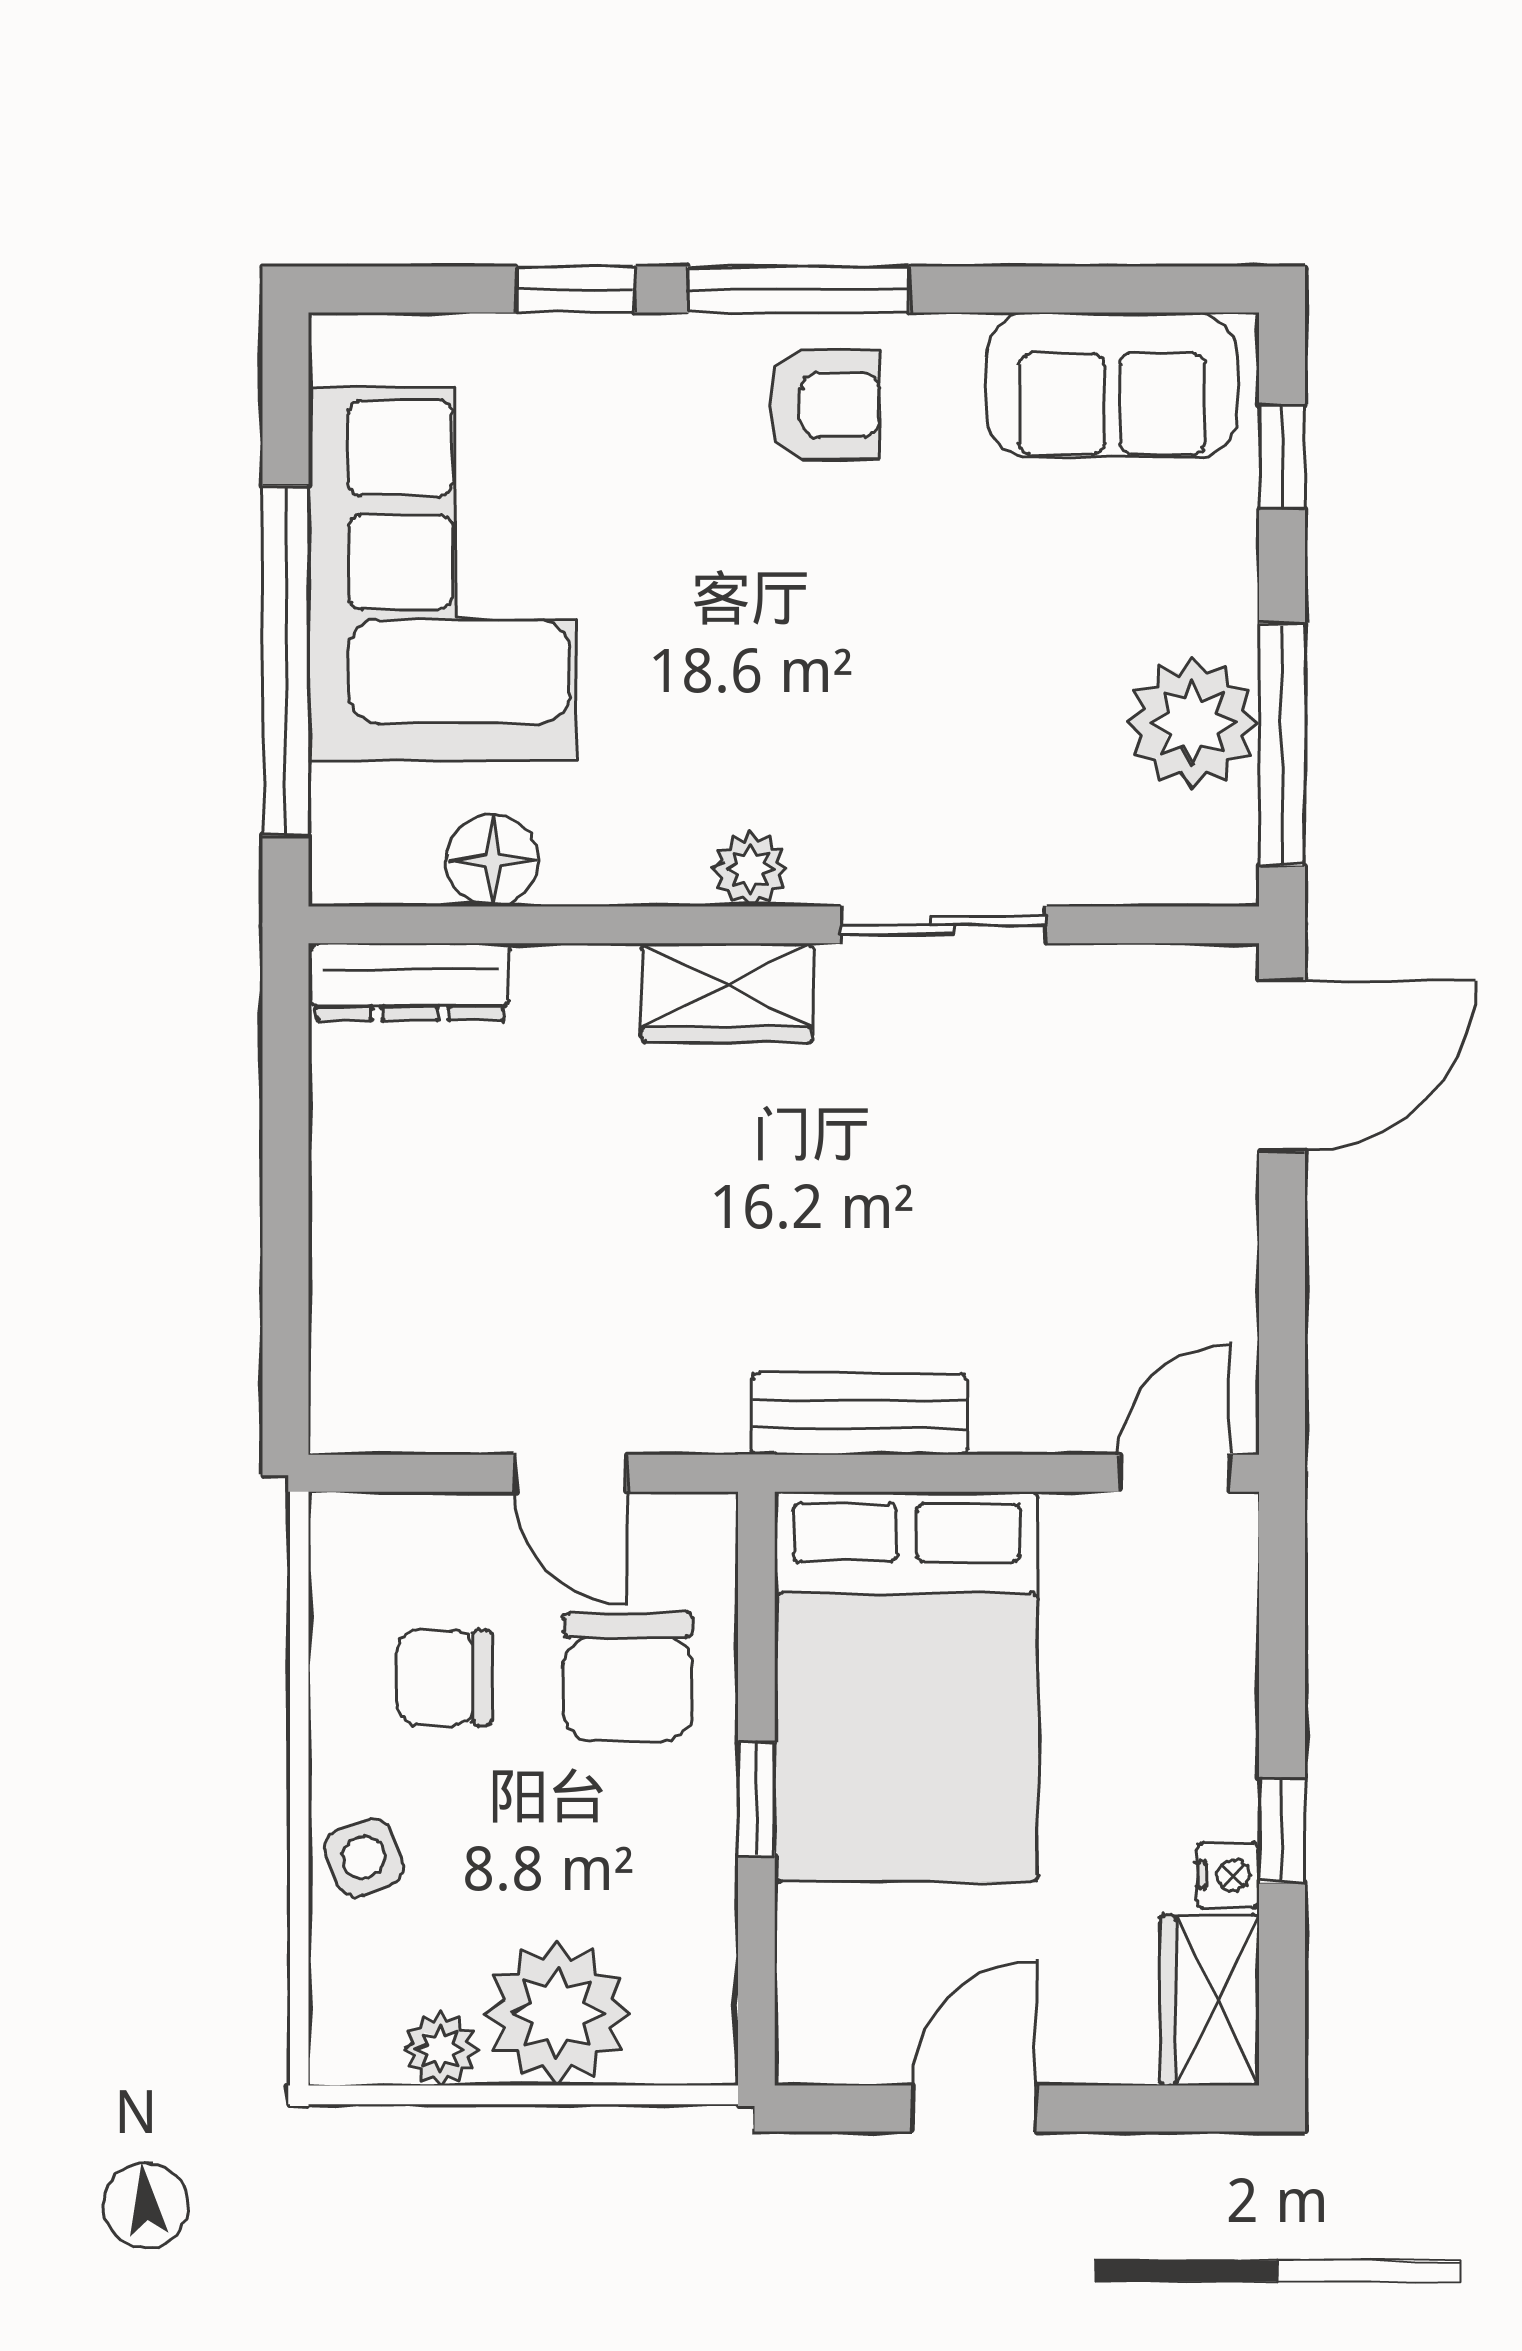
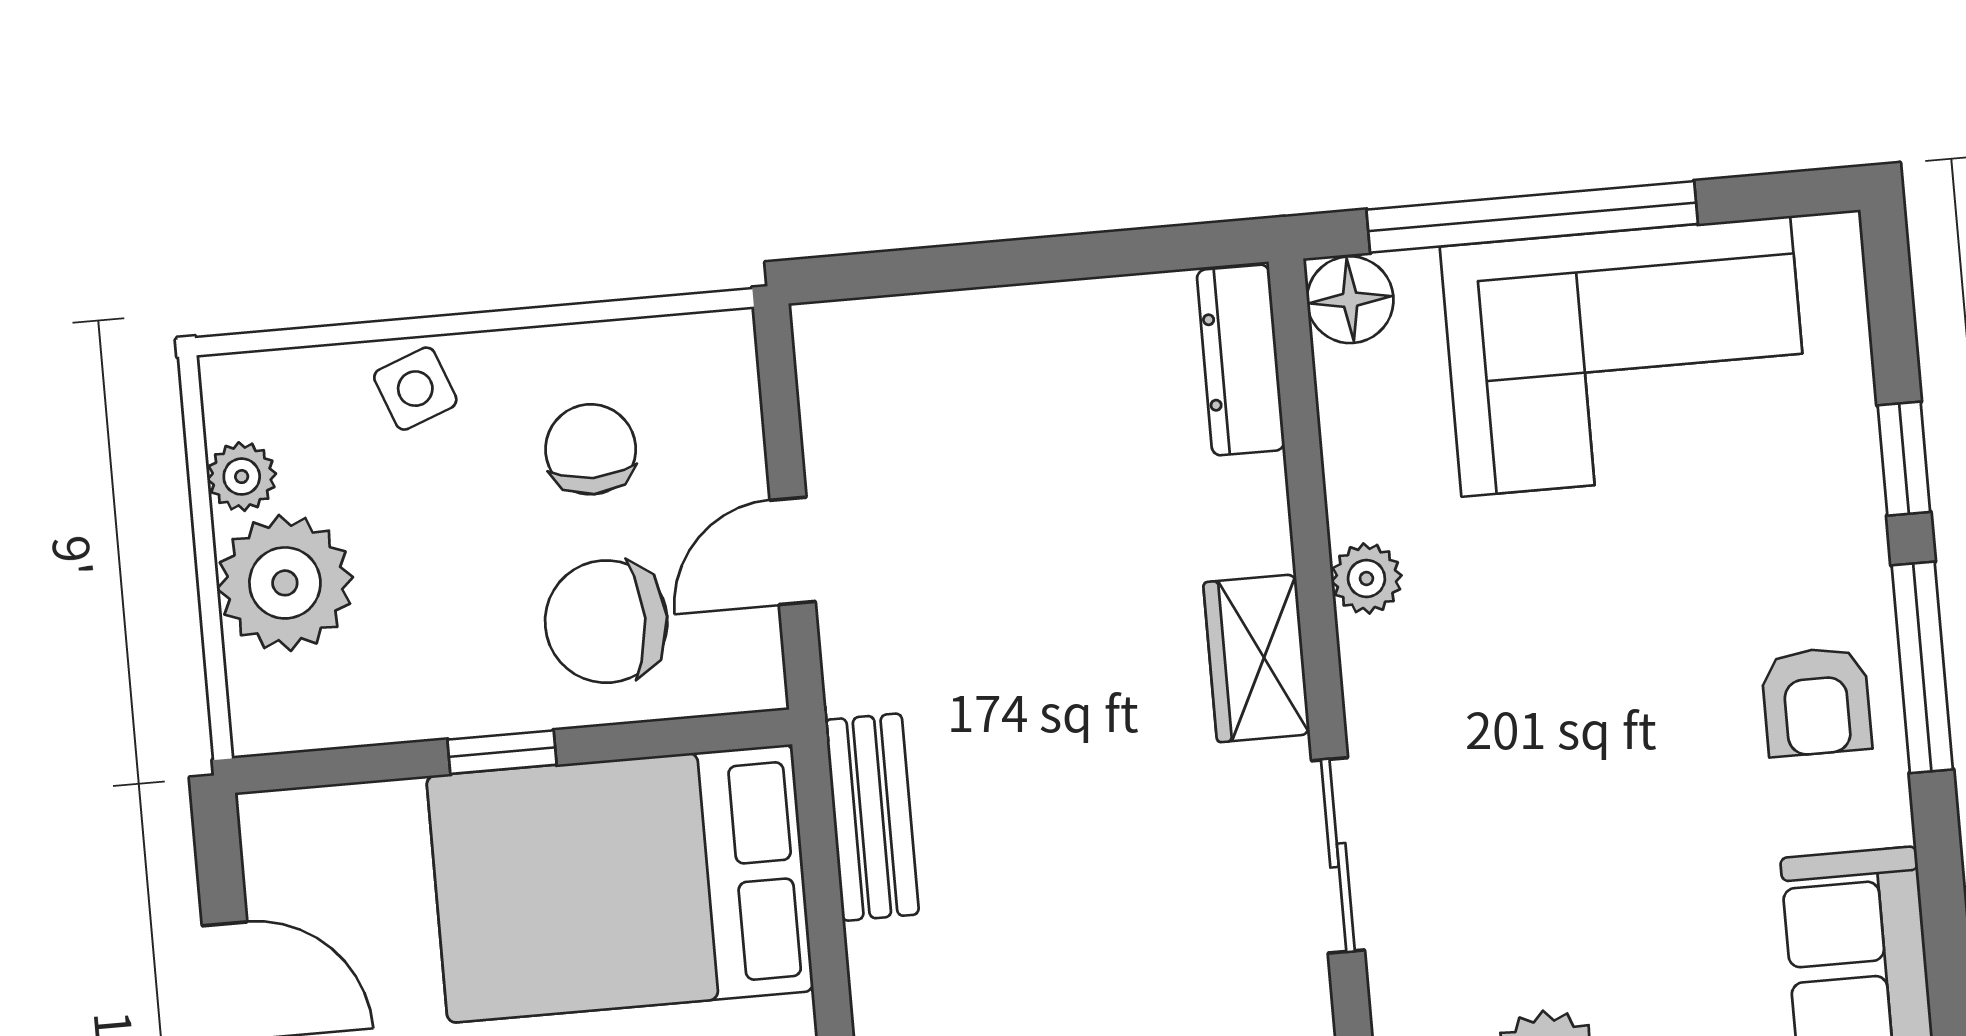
floor lamp: (493, 860) -> (1350, 300), moved
plant: (751, 869) -> (1366, 578), moved

